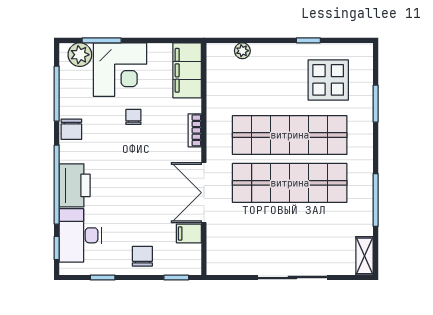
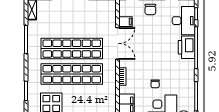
chair: (71, 129) -> (188, 77), removed

